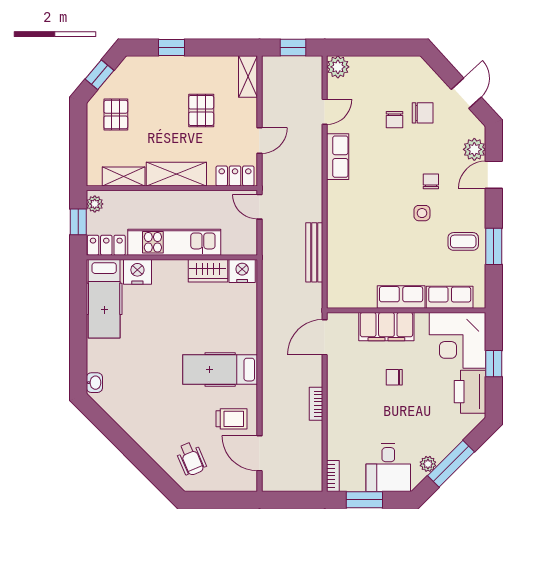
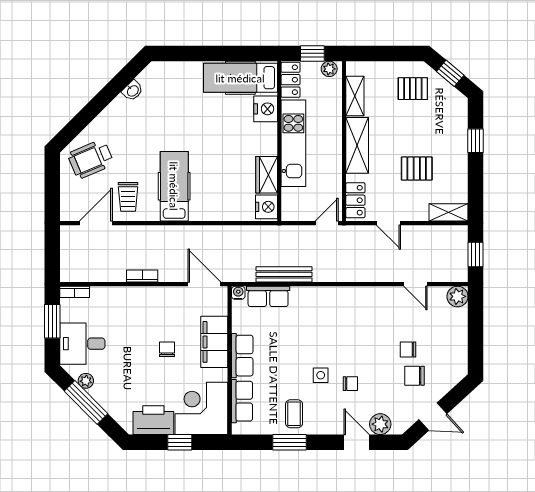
chair: (423, 113) -> (414, 376), turned 90
row of seats: (338, 157) -> (268, 296), moved
water cooler: (334, 301) -> (238, 293), added
washbasin: (94, 383) -> (133, 91), moved, turned -45
wheelchair: (191, 459) -> (91, 159), width x1.36, depth x1.37

